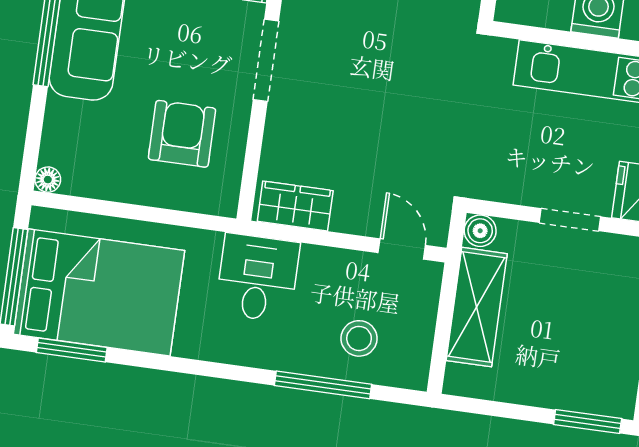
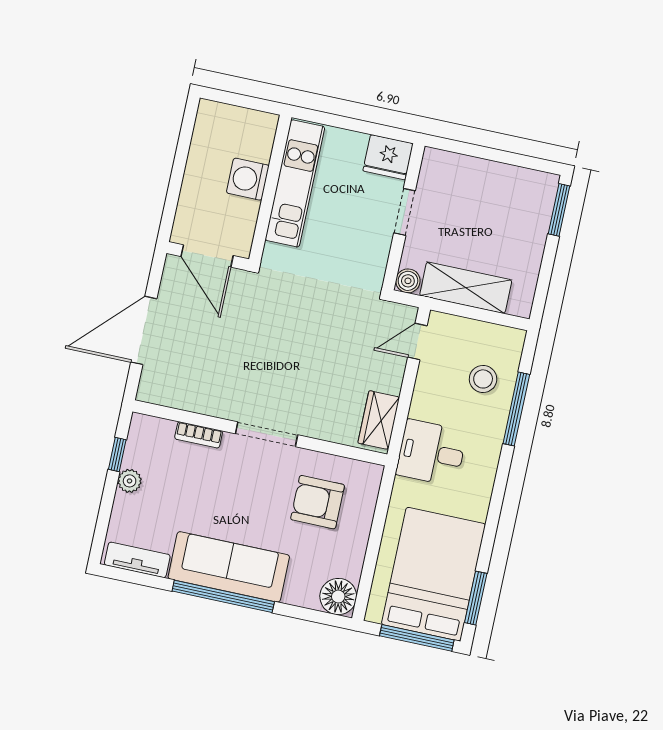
floor lamp: (48, 180) -> (338, 597), width x1.89, depth x1.89

